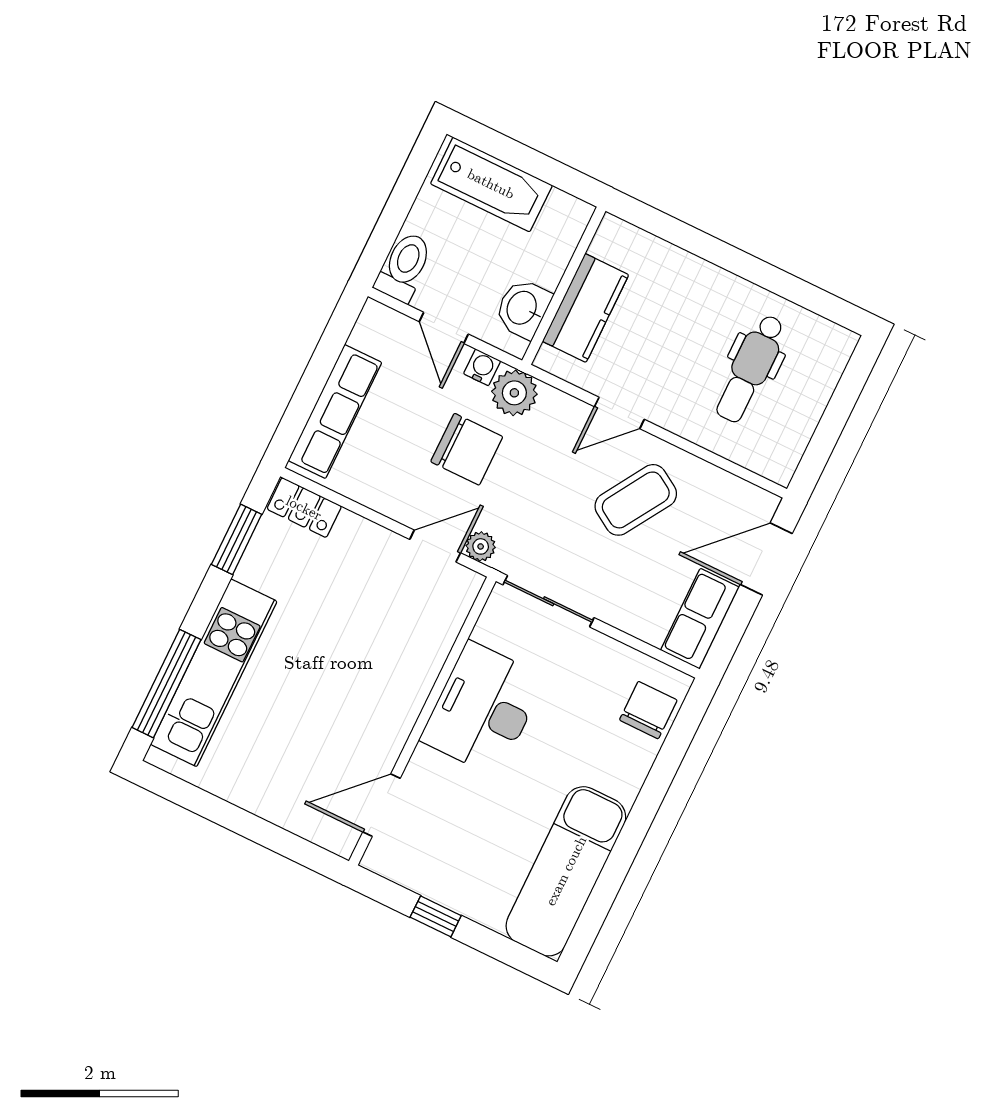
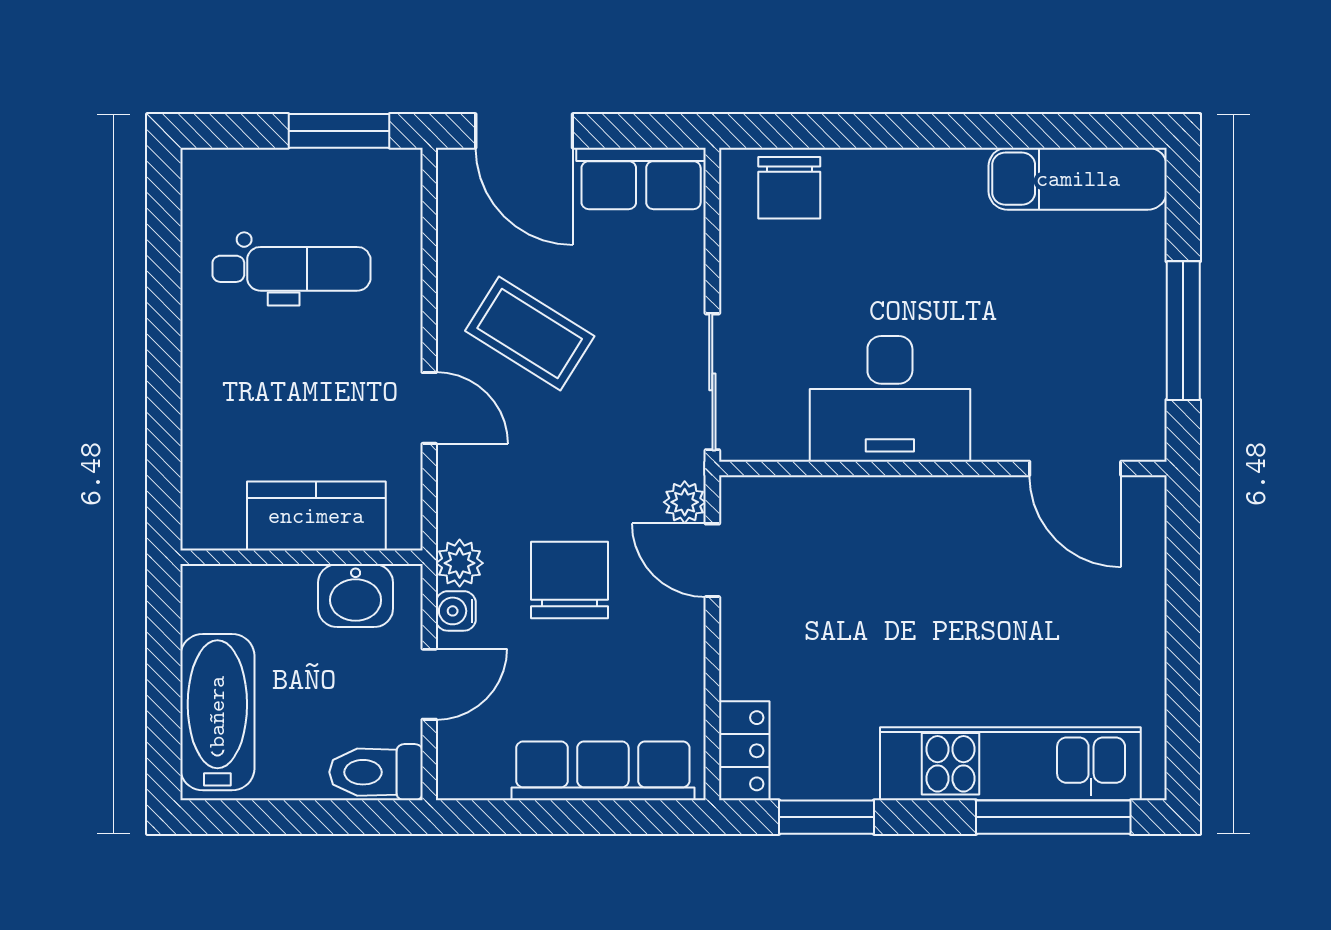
plant: (514, 393) -> (460, 563), width x0.73, depth x0.73
window: (823, 441) -> (339, 131), added
chair: (648, 710) -> (789, 188), turned -90
exam couch: (566, 871) -> (1078, 179), width x0.73, depth x0.69
window: (436, 916) -> (1183, 331), width x2.17

